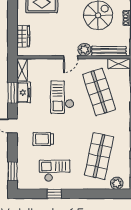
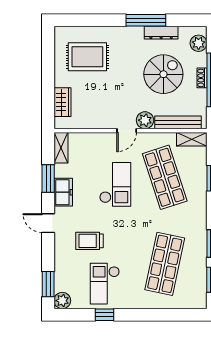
freezer: (24, 93) -> (63, 192), moved
checkout: (62, 97) -> (115, 184), turned 180
checkout: (55, 171) -> (105, 284), turned -90
plant: (117, 183) -> (62, 301), moved

